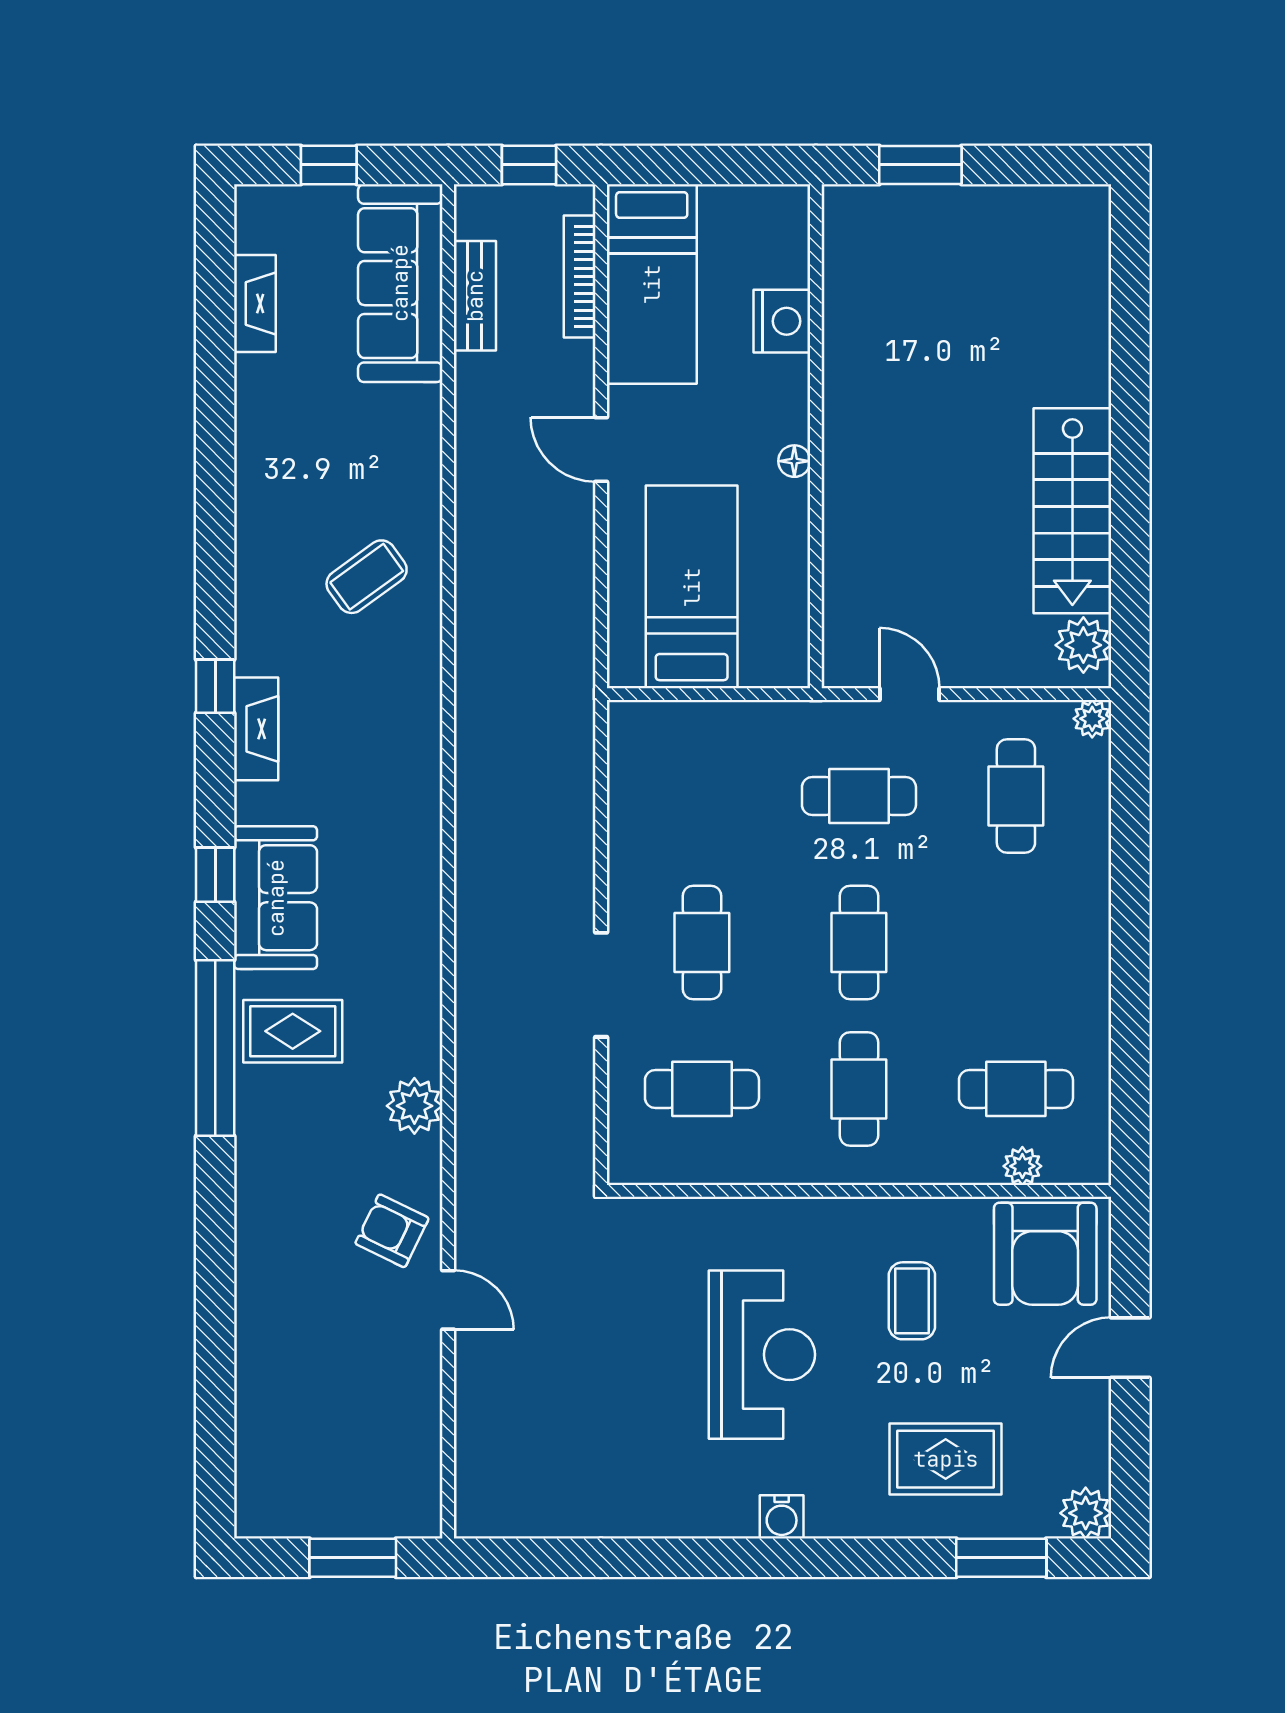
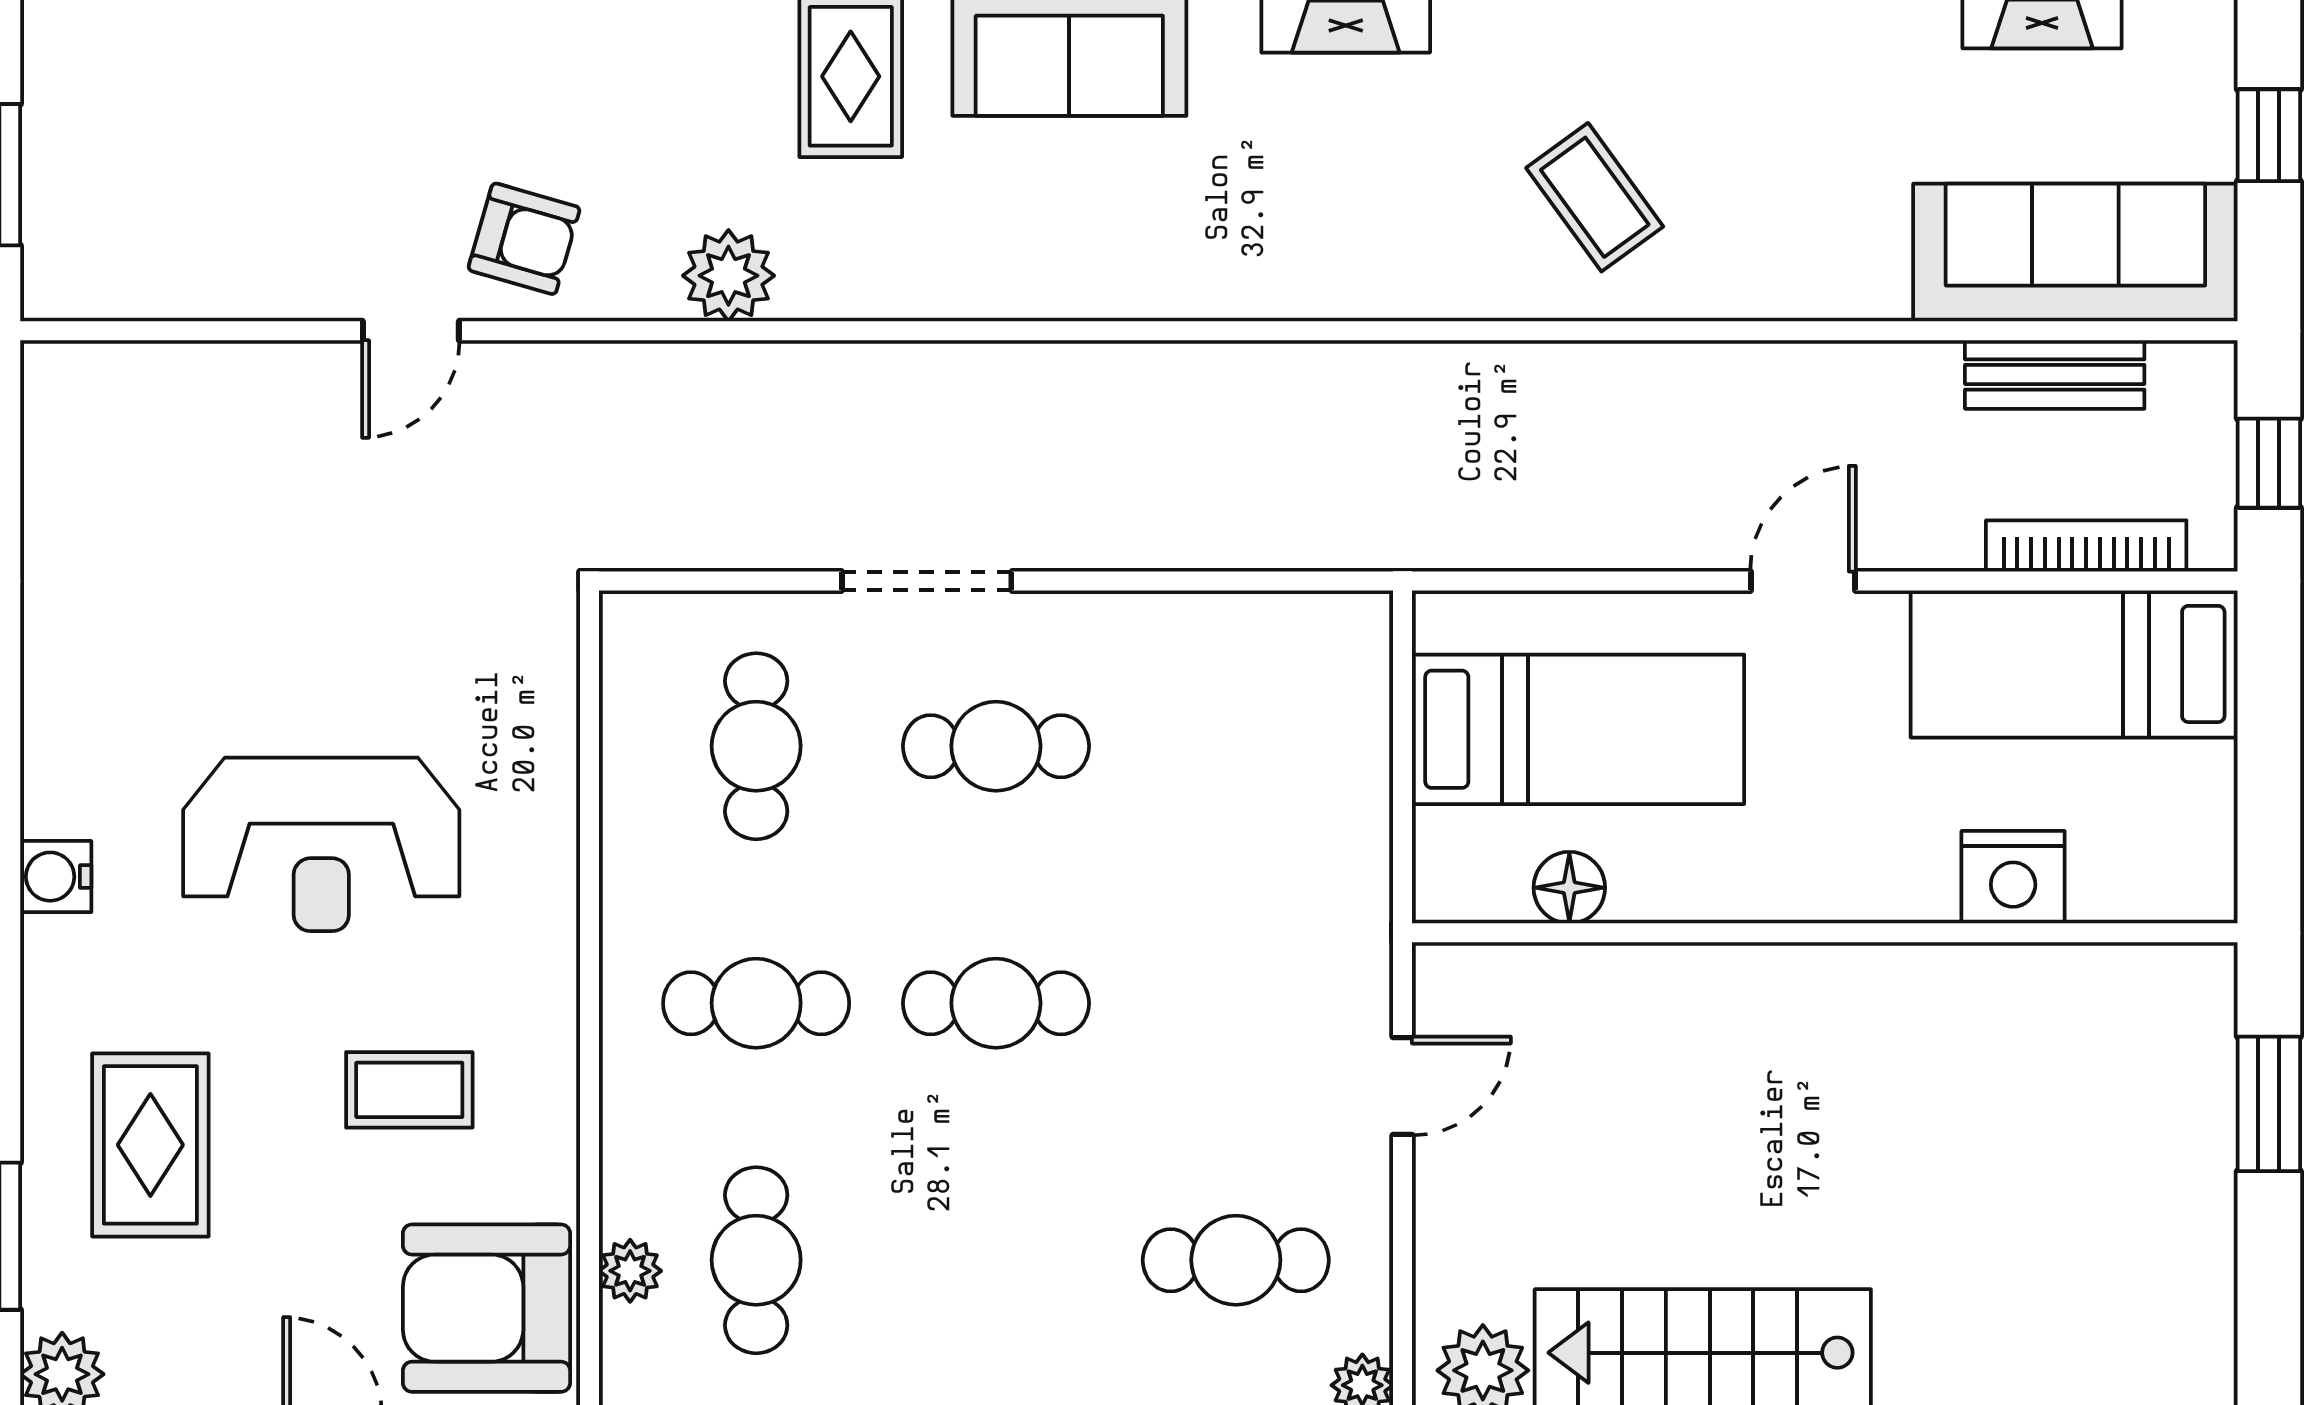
floor lamp: (794, 461) -> (1569, 888), moved, width x1.37, depth x1.37
cafe table: (859, 796) -> (1236, 1003), removed
armchair: (392, 1231) -> (524, 239), turned 80

